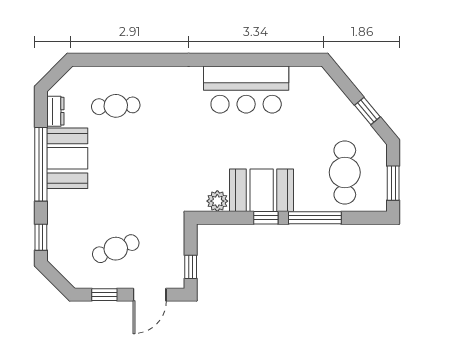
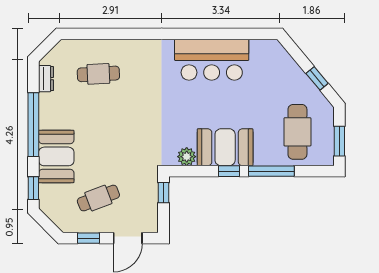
booth: (67, 158) -> (56, 156), moved
window: (191, 267) -> (163, 193), moved

